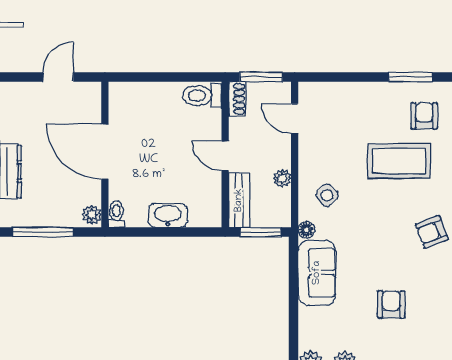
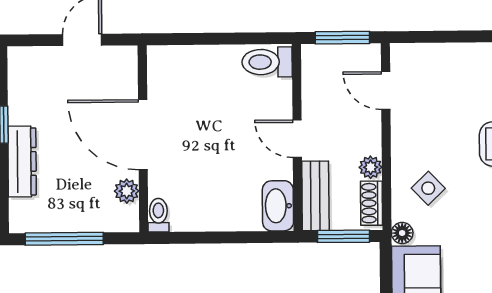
shoe rack: (237, 99) -> (372, 203), moved, turned 180
plant: (92, 215) -> (127, 191), moved
washbasin: (168, 215) -> (278, 206), moved, turned -90

